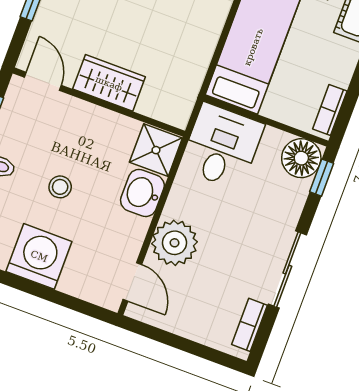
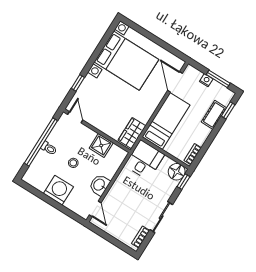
wardrobe: (109, 83) -> (132, 133), moved, turned -90
shower: (156, 150) -> (101, 145), moved
washbasin: (142, 193) -> (99, 185), moved
plant: (175, 243) -> (116, 196), removed

